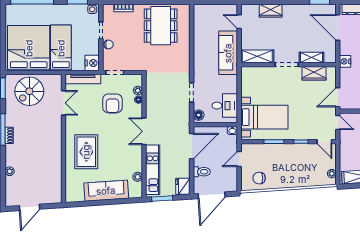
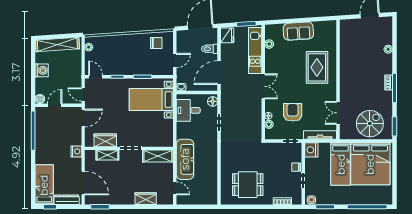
dining table: (161, 26) -> (248, 185), width x0.73
sofa: (106, 191) -> (298, 31), width x0.73

